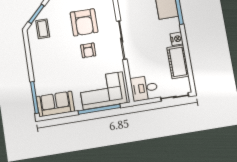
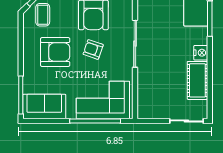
armchair: (88, 50) -> (93, 49), turned 109
armchair: (57, 58) -> (55, 52), added
desk: (144, 88) -> (152, 105), removed

